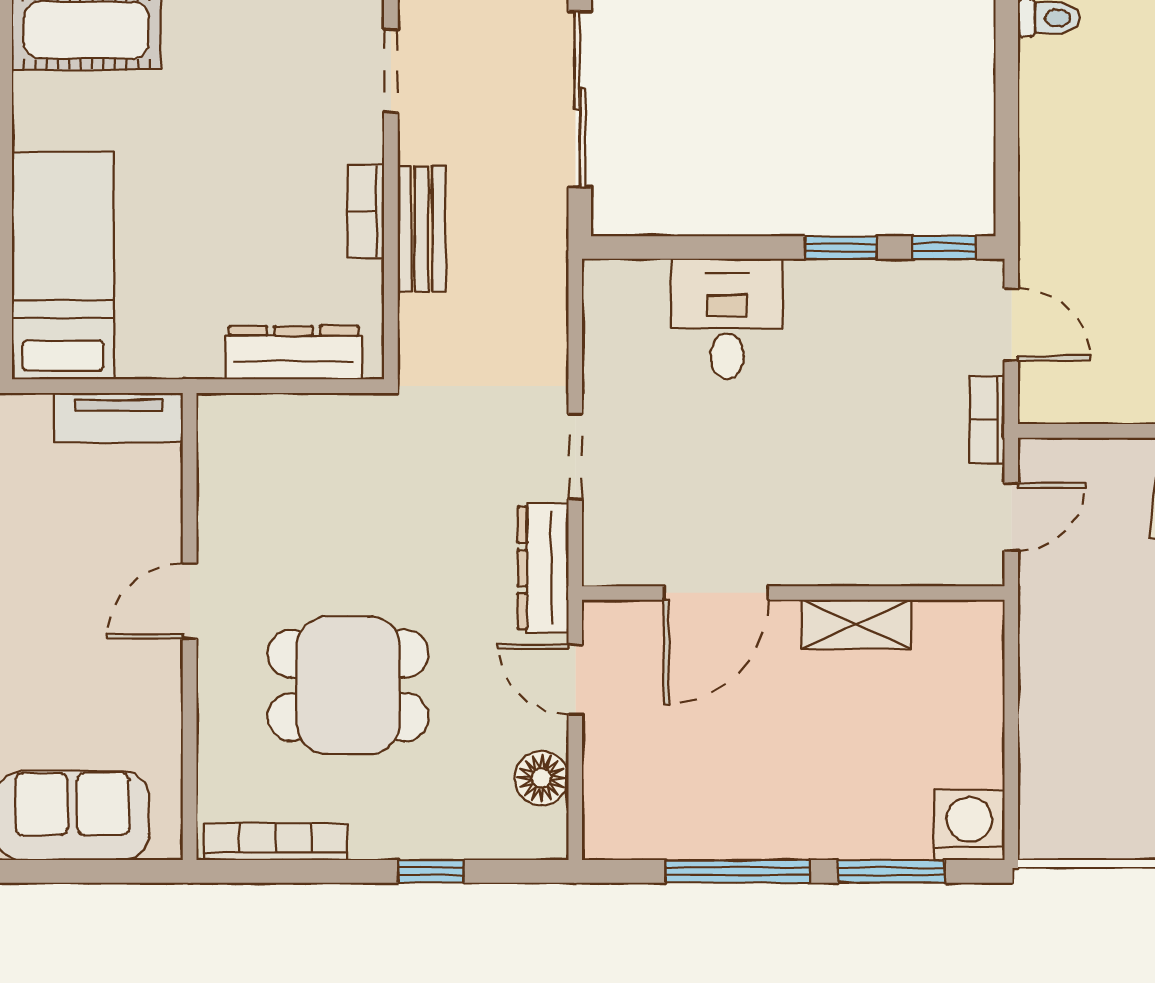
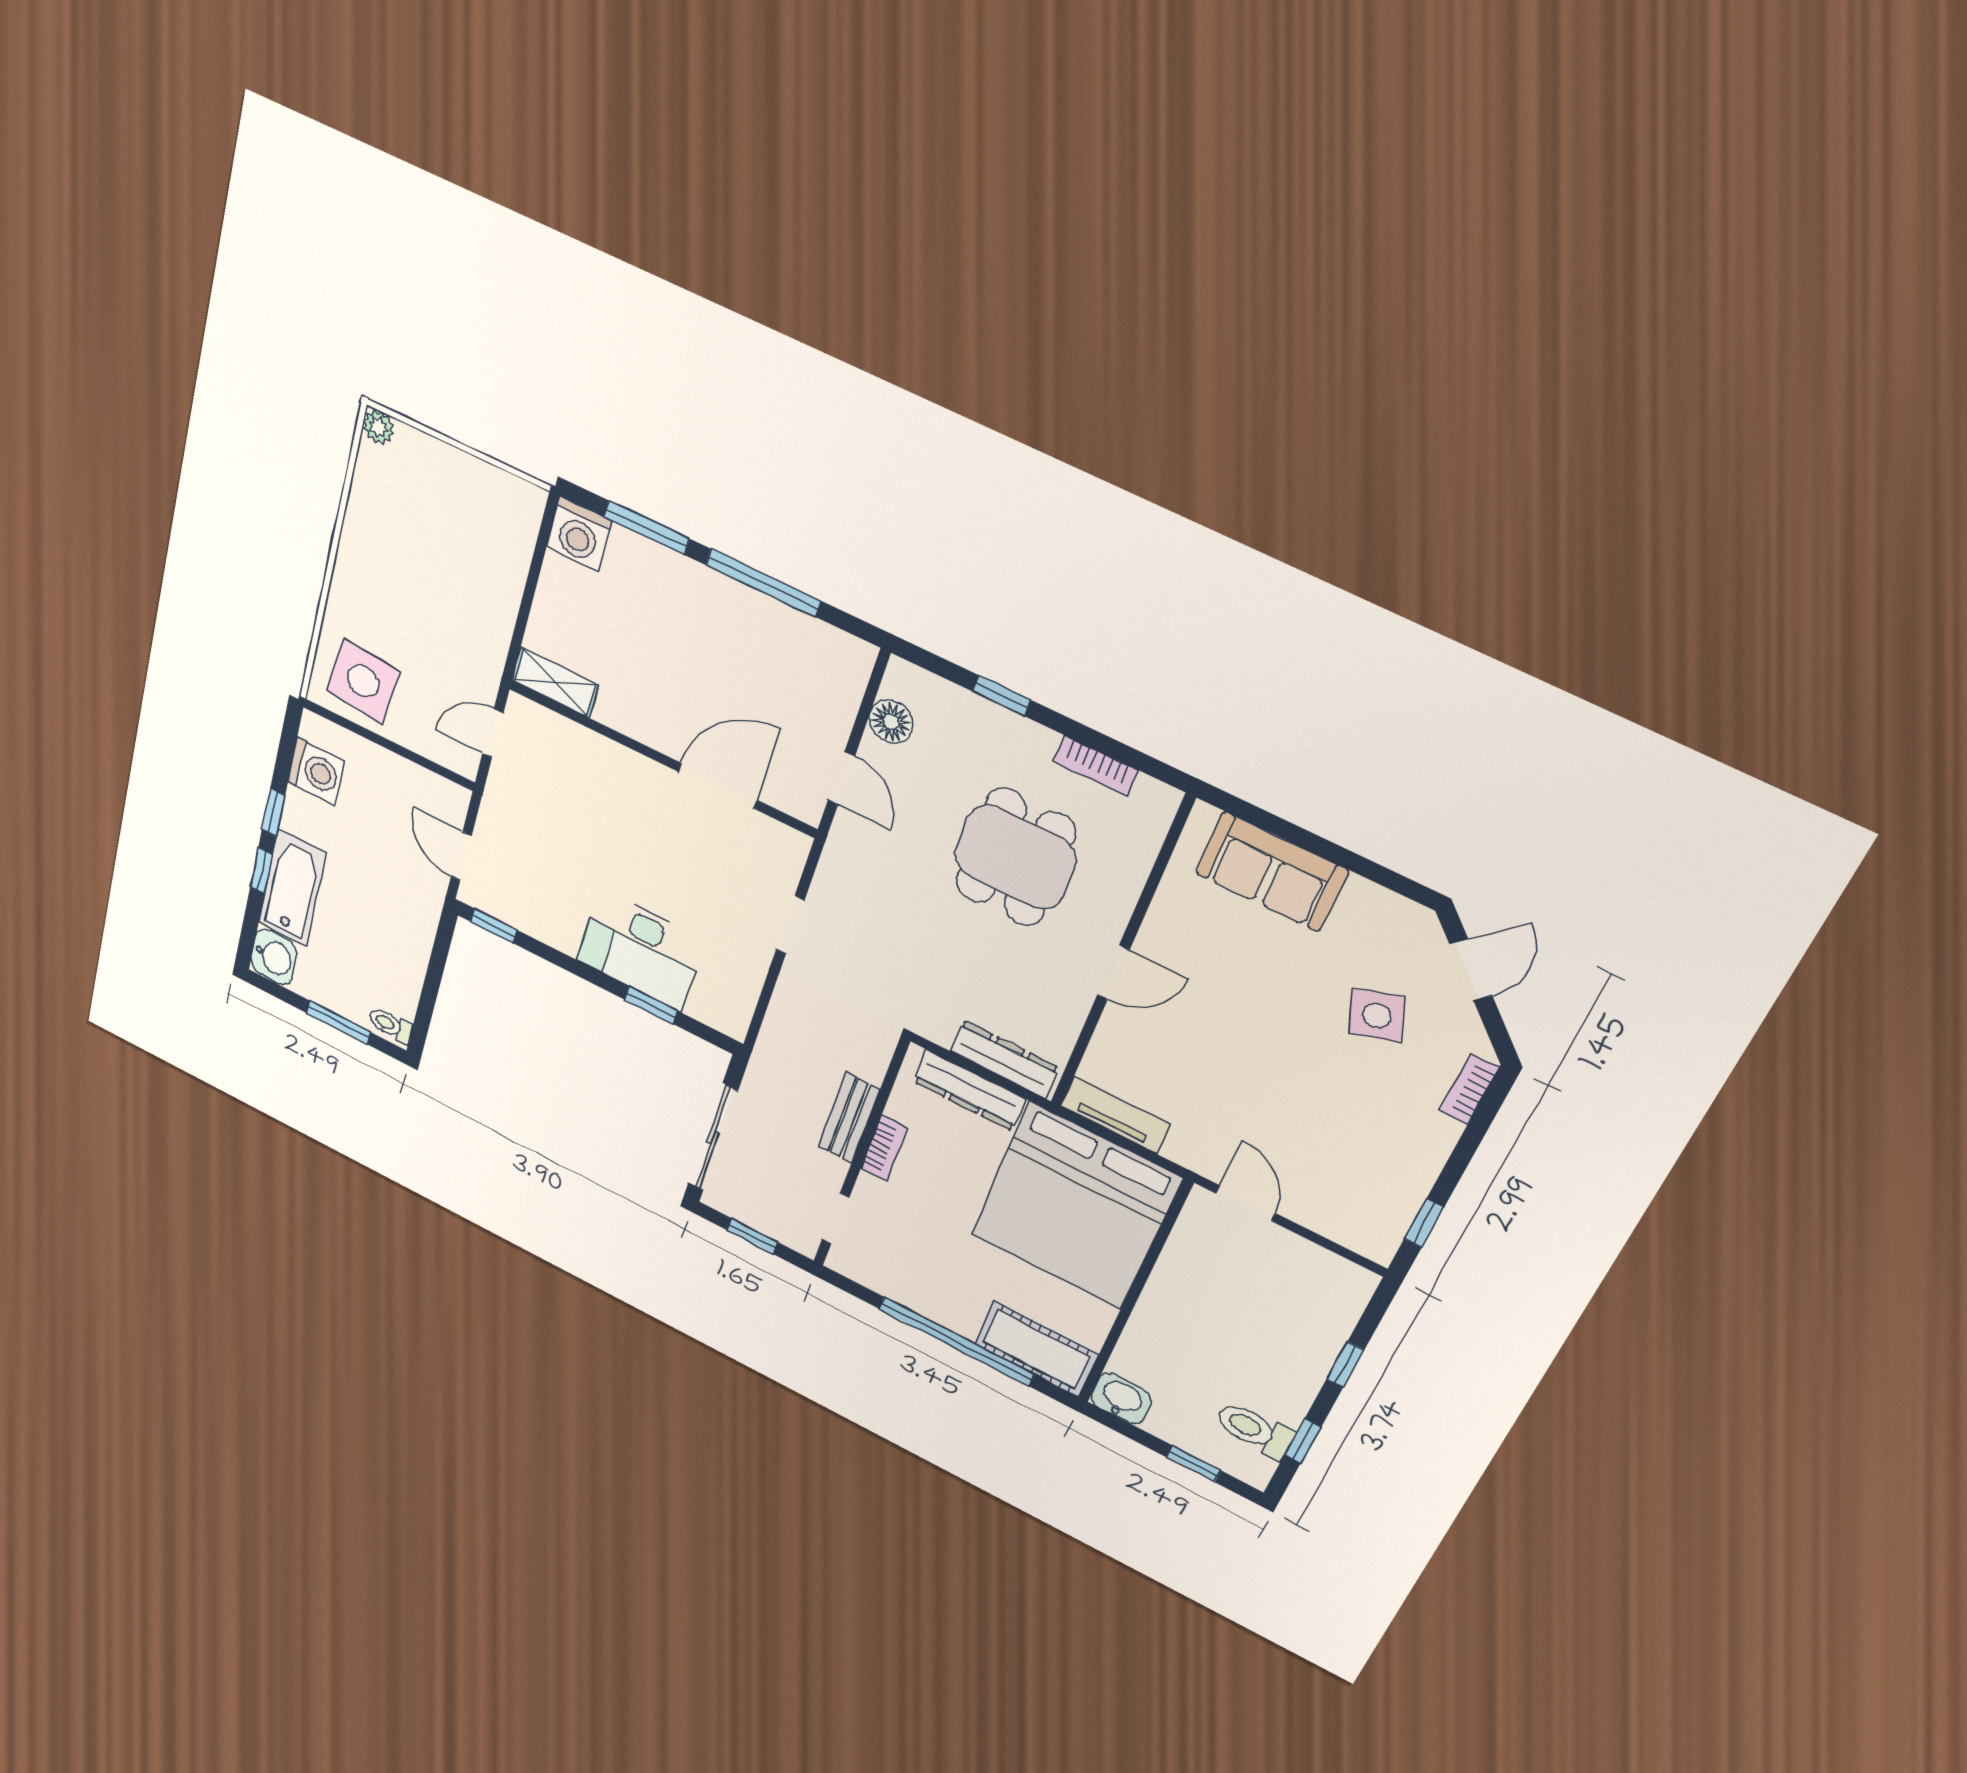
window: (841, 248) -> (651, 1005), moved
bed: (63, 266) -> (1076, 1206), width x2.04
desk: (727, 319) -> (640, 950), width x1.37
bookcase: (987, 420) -> (493, 805), removed
dresser: (543, 568) -> (1004, 1059), moved, turned -90
shelving: (856, 624) -> (555, 682), moved
dining table: (348, 685) -> (1015, 857), turned 90
bookcase: (275, 842) -> (1096, 766), width x0.64

